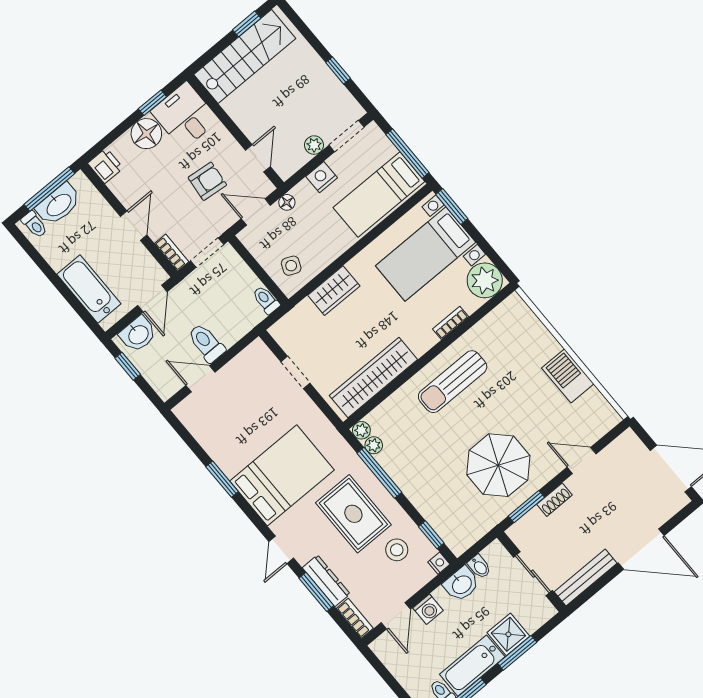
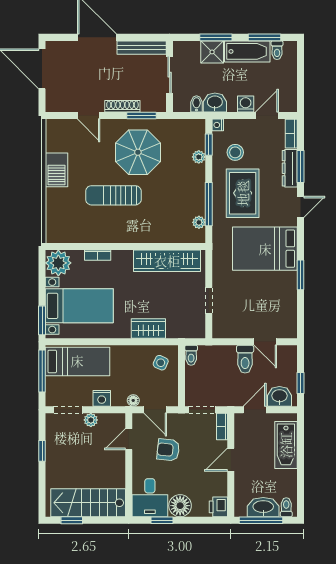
sun lounger: (453, 382) -> (113, 195), moved, turned 180
plant: (361, 430) -> (199, 157), moved
shoe rack: (554, 500) -> (122, 106), width x1.43

